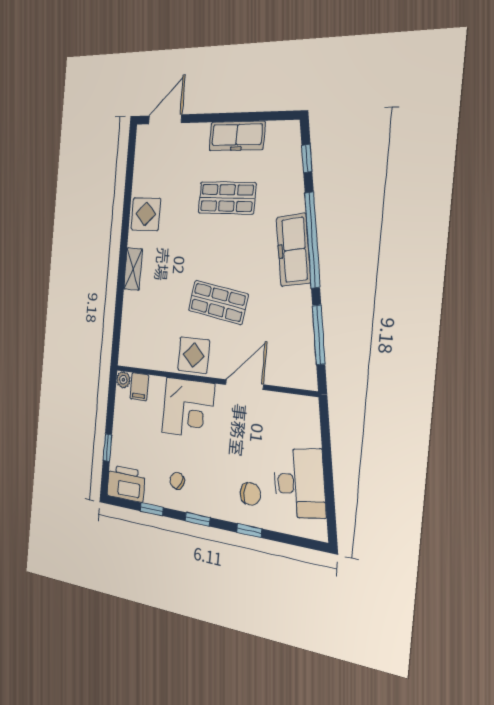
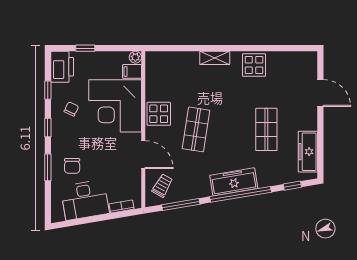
door: (165, 119) -> (320, 93), moved
freezer: (237, 136) -> (308, 152), moved
trolley: (289, 361) -> (162, 186), added
corner desk: (188, 408) -> (115, 106), width x1.36, depth x1.36
bookcase: (314, 428) -> (122, 207), added
window: (249, 531) -> (48, 167), width x1.50

